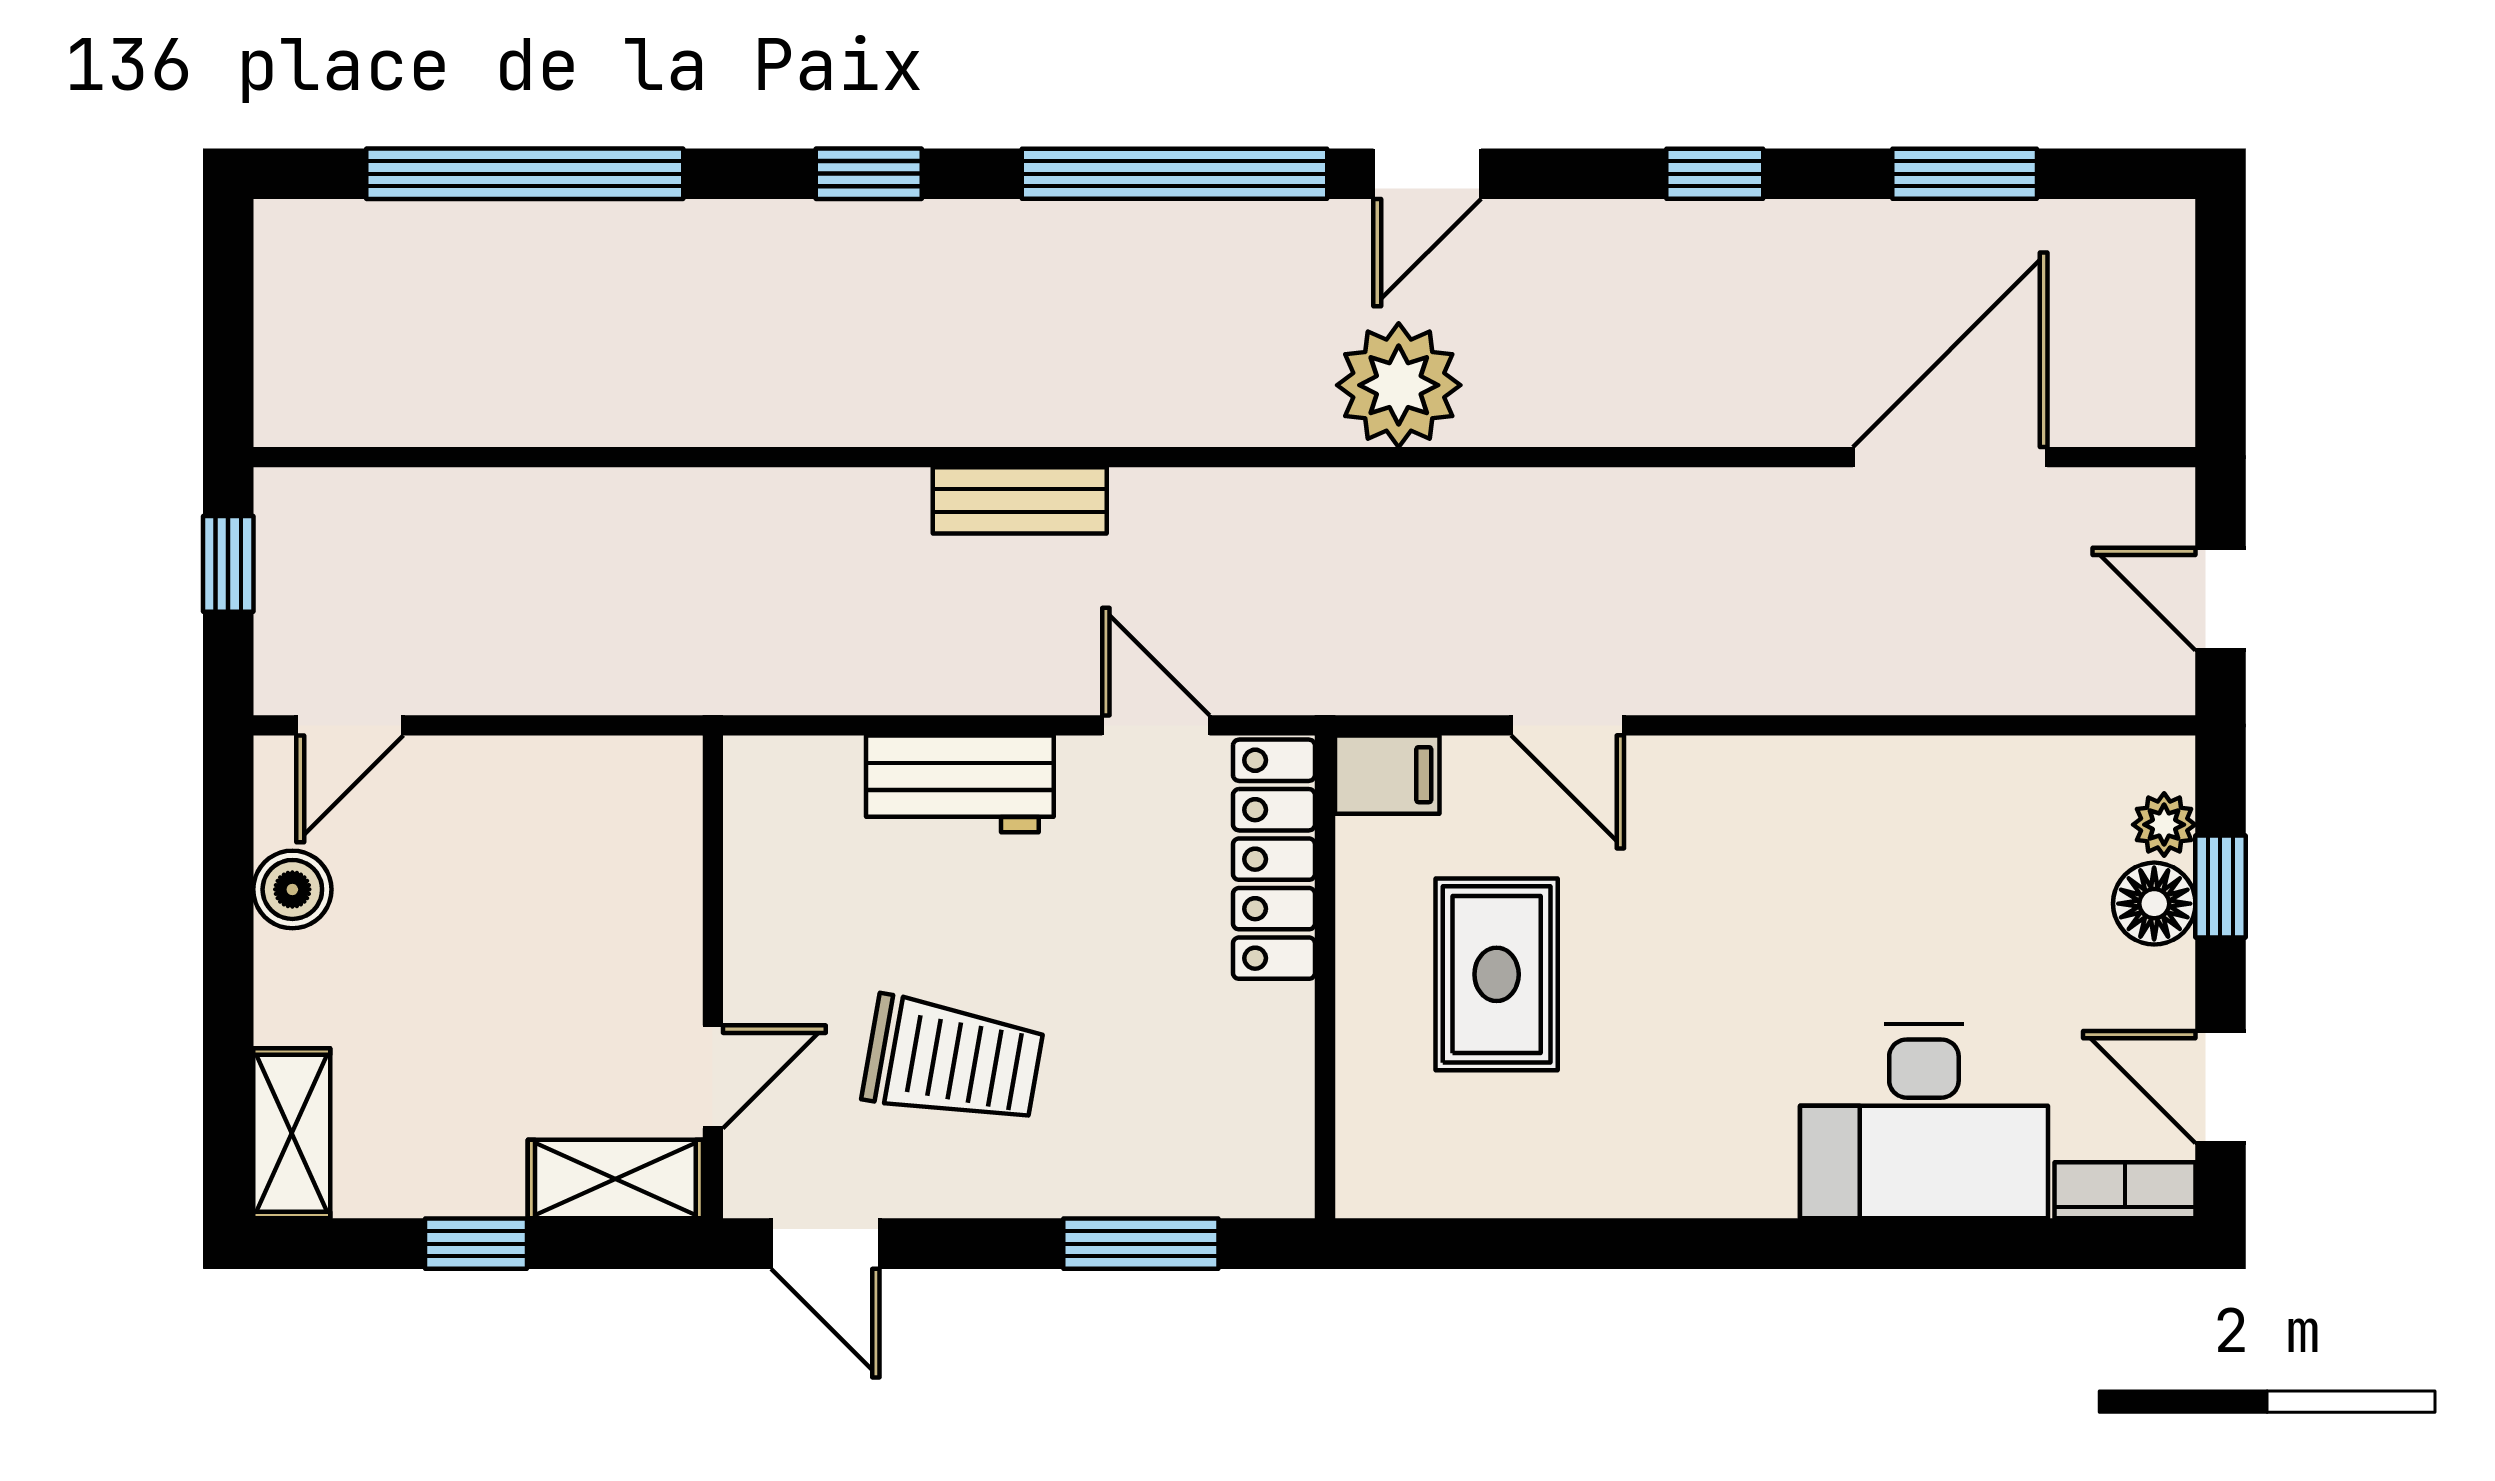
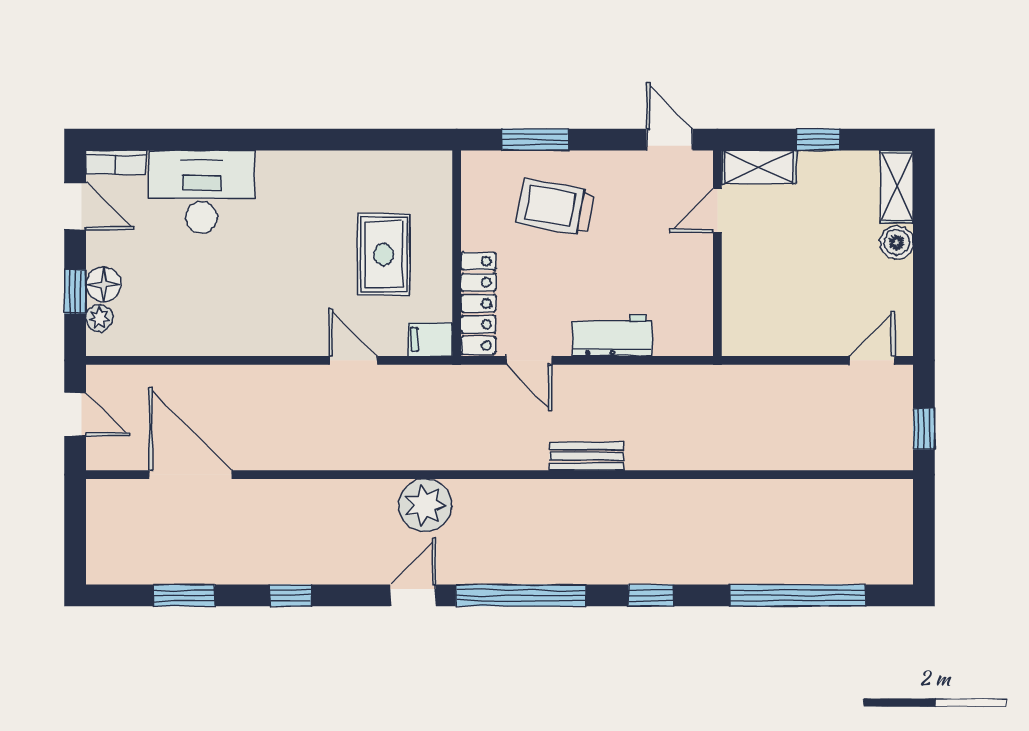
door: (1950, 457) -> (190, 475), swing flipped
boiler: (292, 889) -> (897, 242), moved
trolley: (953, 1060) -> (555, 207), moved

